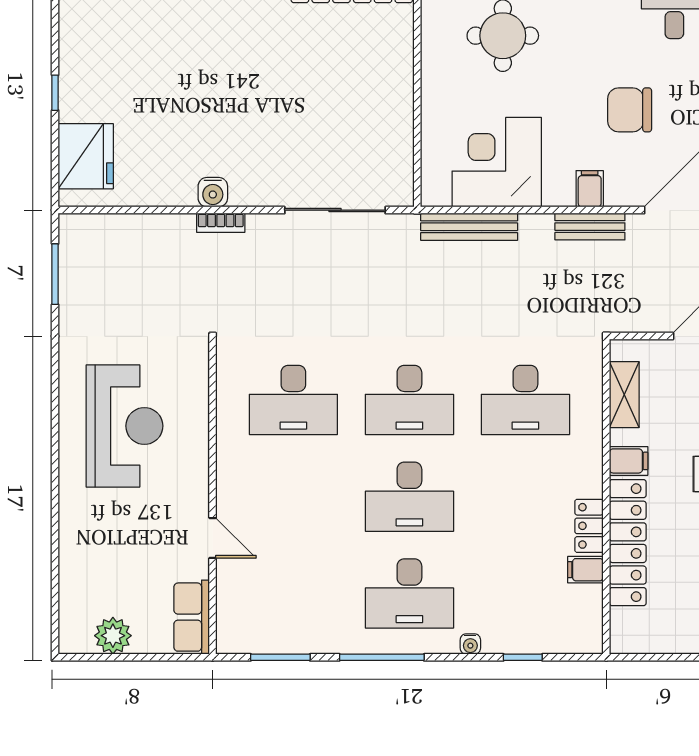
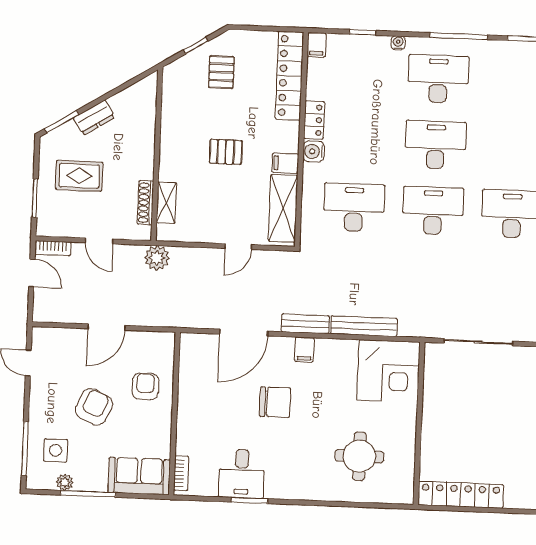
corner desk: (497, 162) -> (388, 371), moved
bench: (469, 227) -> (364, 326), moved
shelving: (624, 395) -> (283, 208), width x1.50, depth x1.33
water cooler: (588, 480) -> (314, 151), added
locker: (628, 543) -> (289, 76), moved
filing cabinet: (585, 570) -> (317, 45), moved, turned 90

